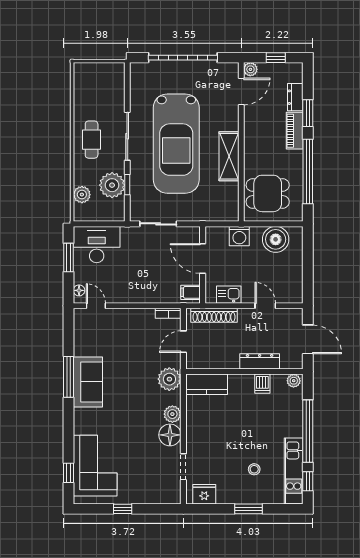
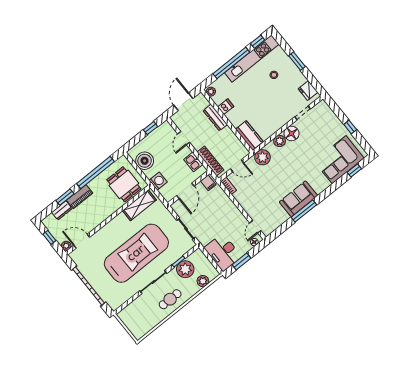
shelving: (229, 156) -> (139, 205), moved
window: (308, 277) -> (151, 128), added
kitchen unit: (294, 471) -> (252, 59), width x1.36

